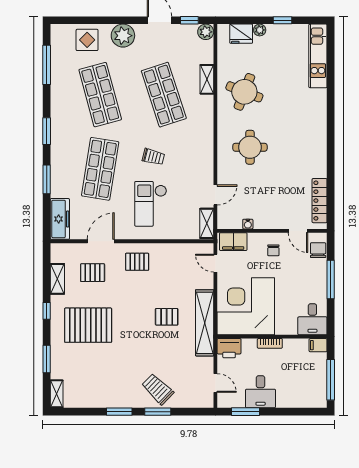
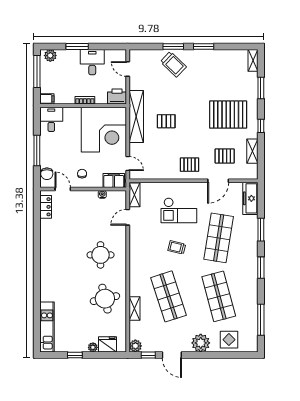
round table: (244, 92) -> (105, 299), turned -34
locker: (320, 201) -> (46, 207), width x0.66
checkout: (151, 204) -> (179, 210), turned 90
plant: (314, 400) -> (50, 56), added
window: (245, 412) -> (77, 47), moved

